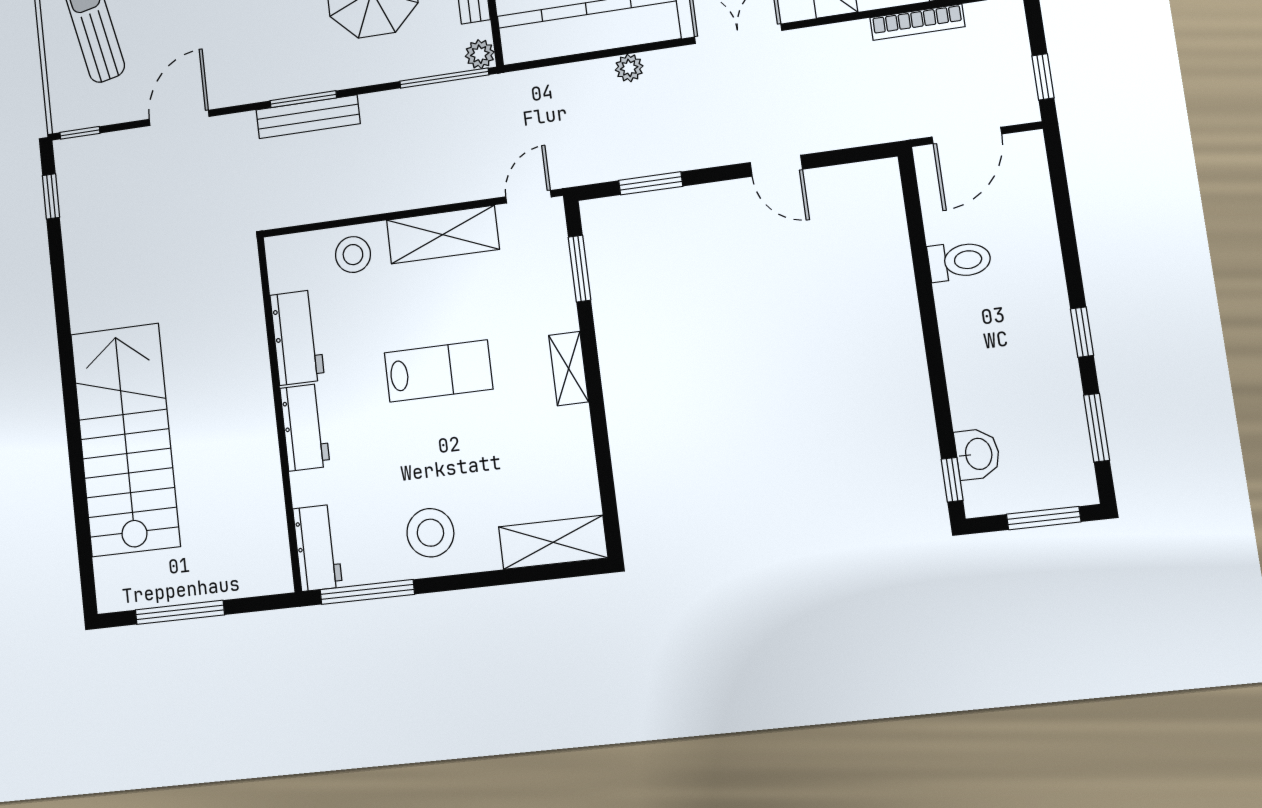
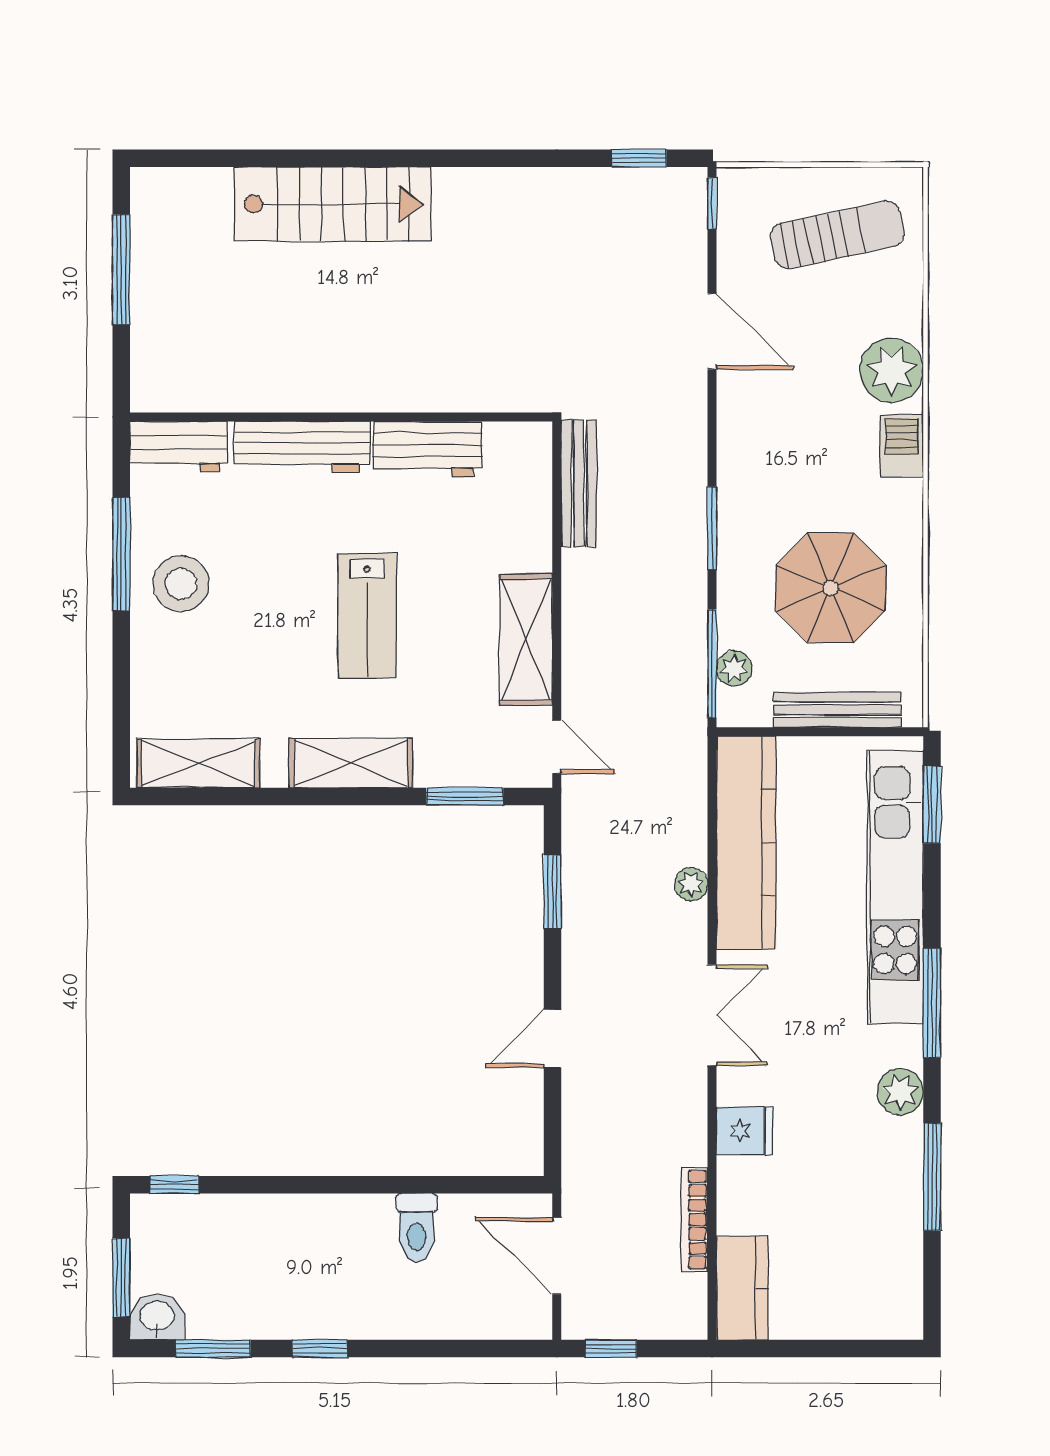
plant: (480, 54) -> (734, 669), moved
window: (303, 99) -> (712, 528), moved
bench: (308, 117) -> (579, 483), moved
stool: (353, 255) -> (517, 528), removed
shelving: (569, 369) -> (351, 763), width x1.50, depth x1.33
workbench: (305, 427) -> (302, 447), width x1.38
stairs: (125, 440) -> (332, 204), width x0.73, depth x0.66
washbasin: (977, 454) -> (157, 1317), moved, turned 180
shelving: (553, 542) -> (198, 763), moved, turned 90
window: (367, 592) -> (121, 554), moved

